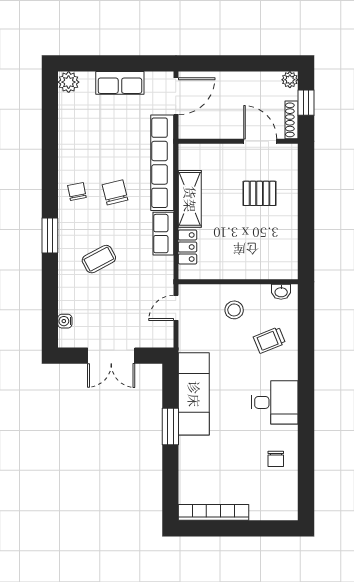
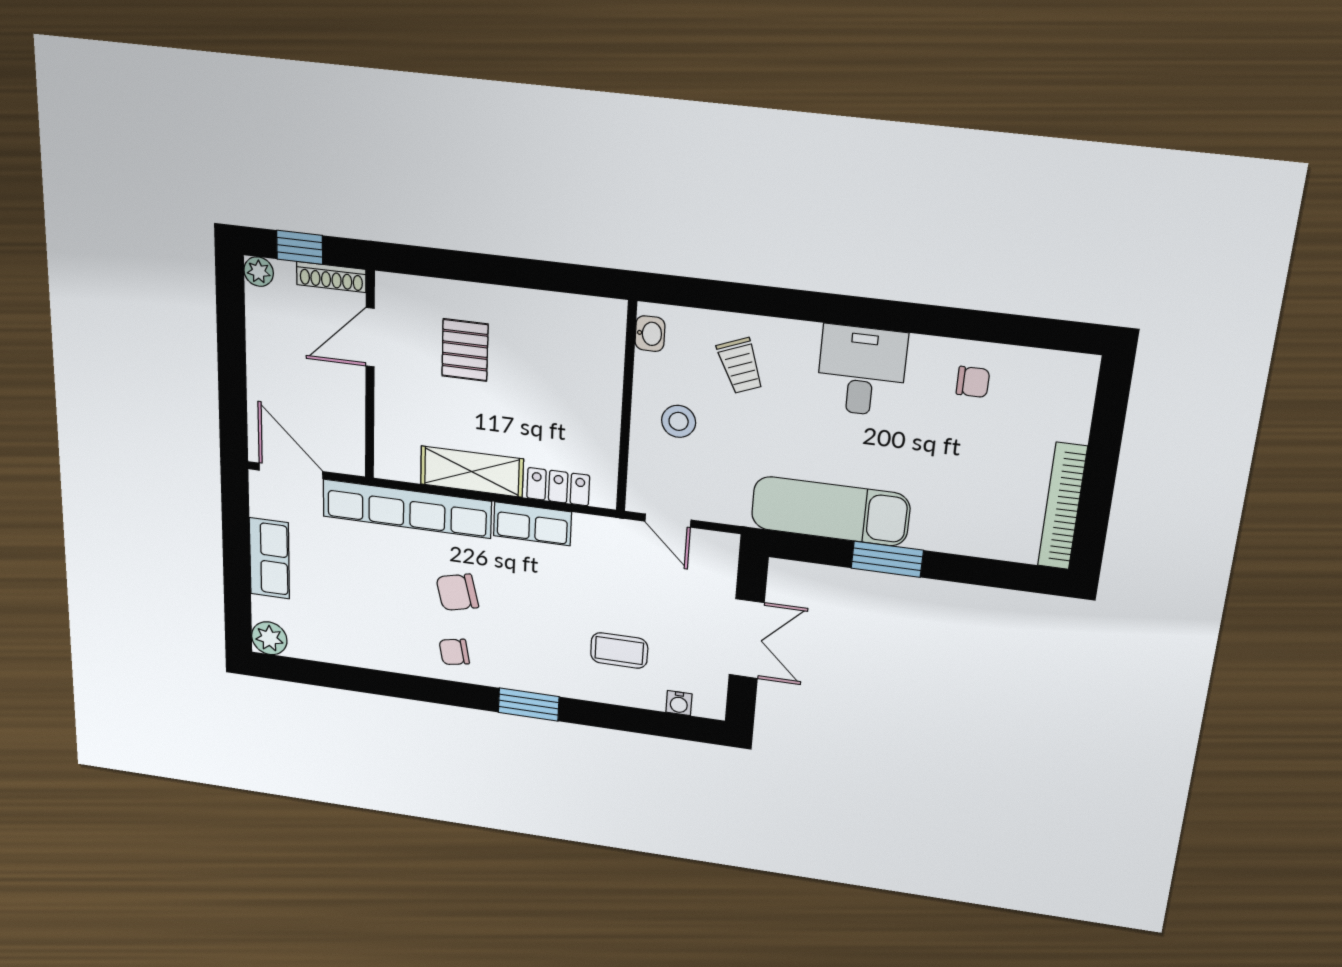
coffee table: (99, 259) -> (619, 650), moved, turned -62

